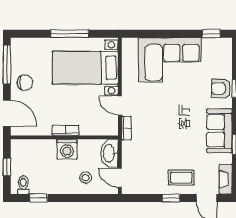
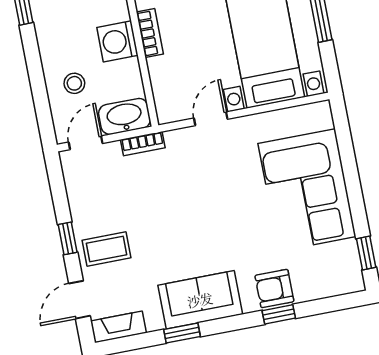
armchair: (221, 88) -> (274, 289), turned -90
bookcase: (126, 128) -> (143, 144), moved
coffee table: (181, 177) -> (106, 249), turned 90

